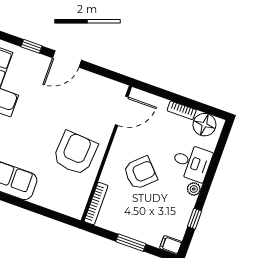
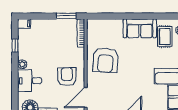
armchair: (140, 173) -> (67, 77), moved, turned 133
window: (131, 243) -> (66, 16), moved

